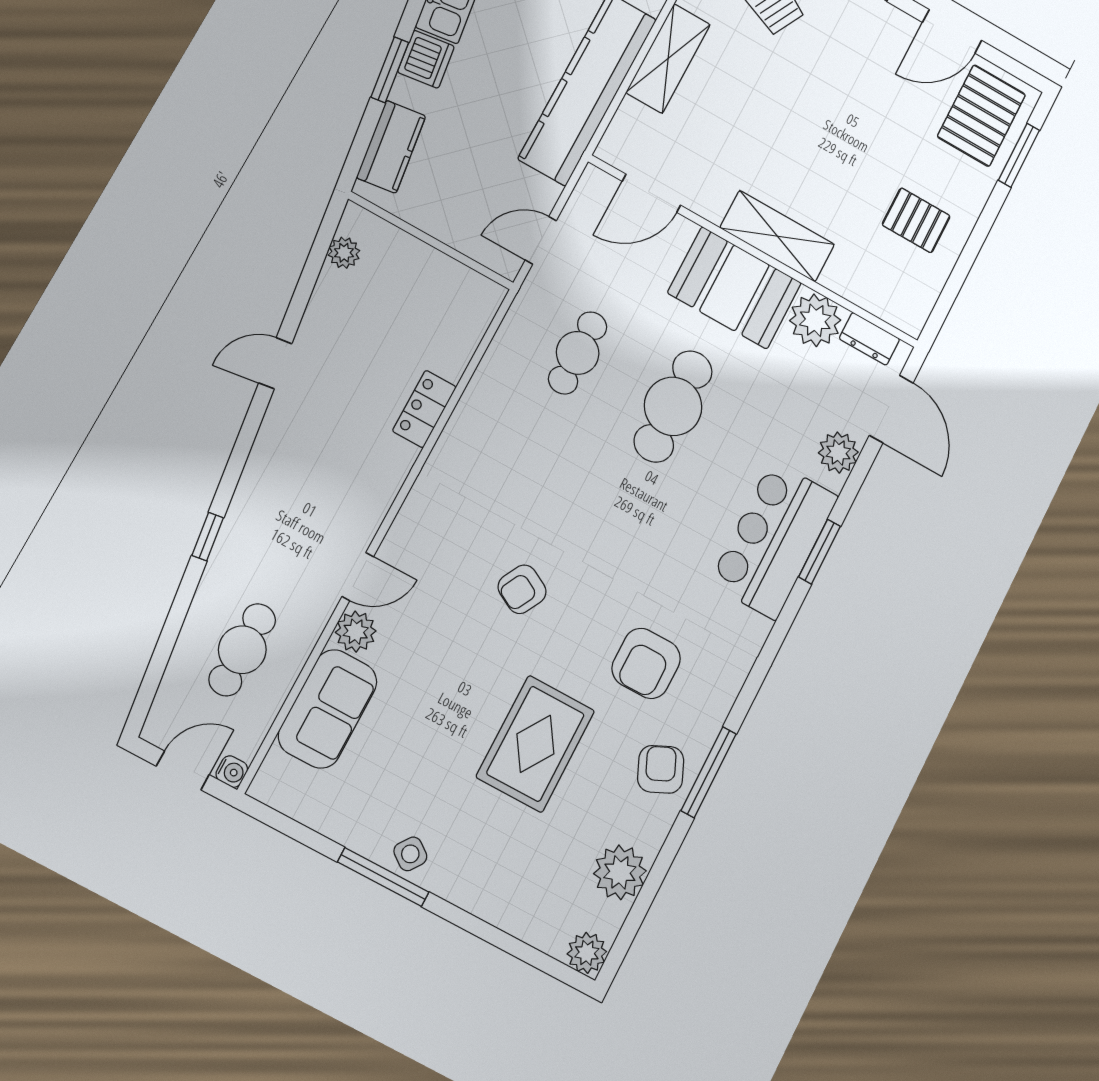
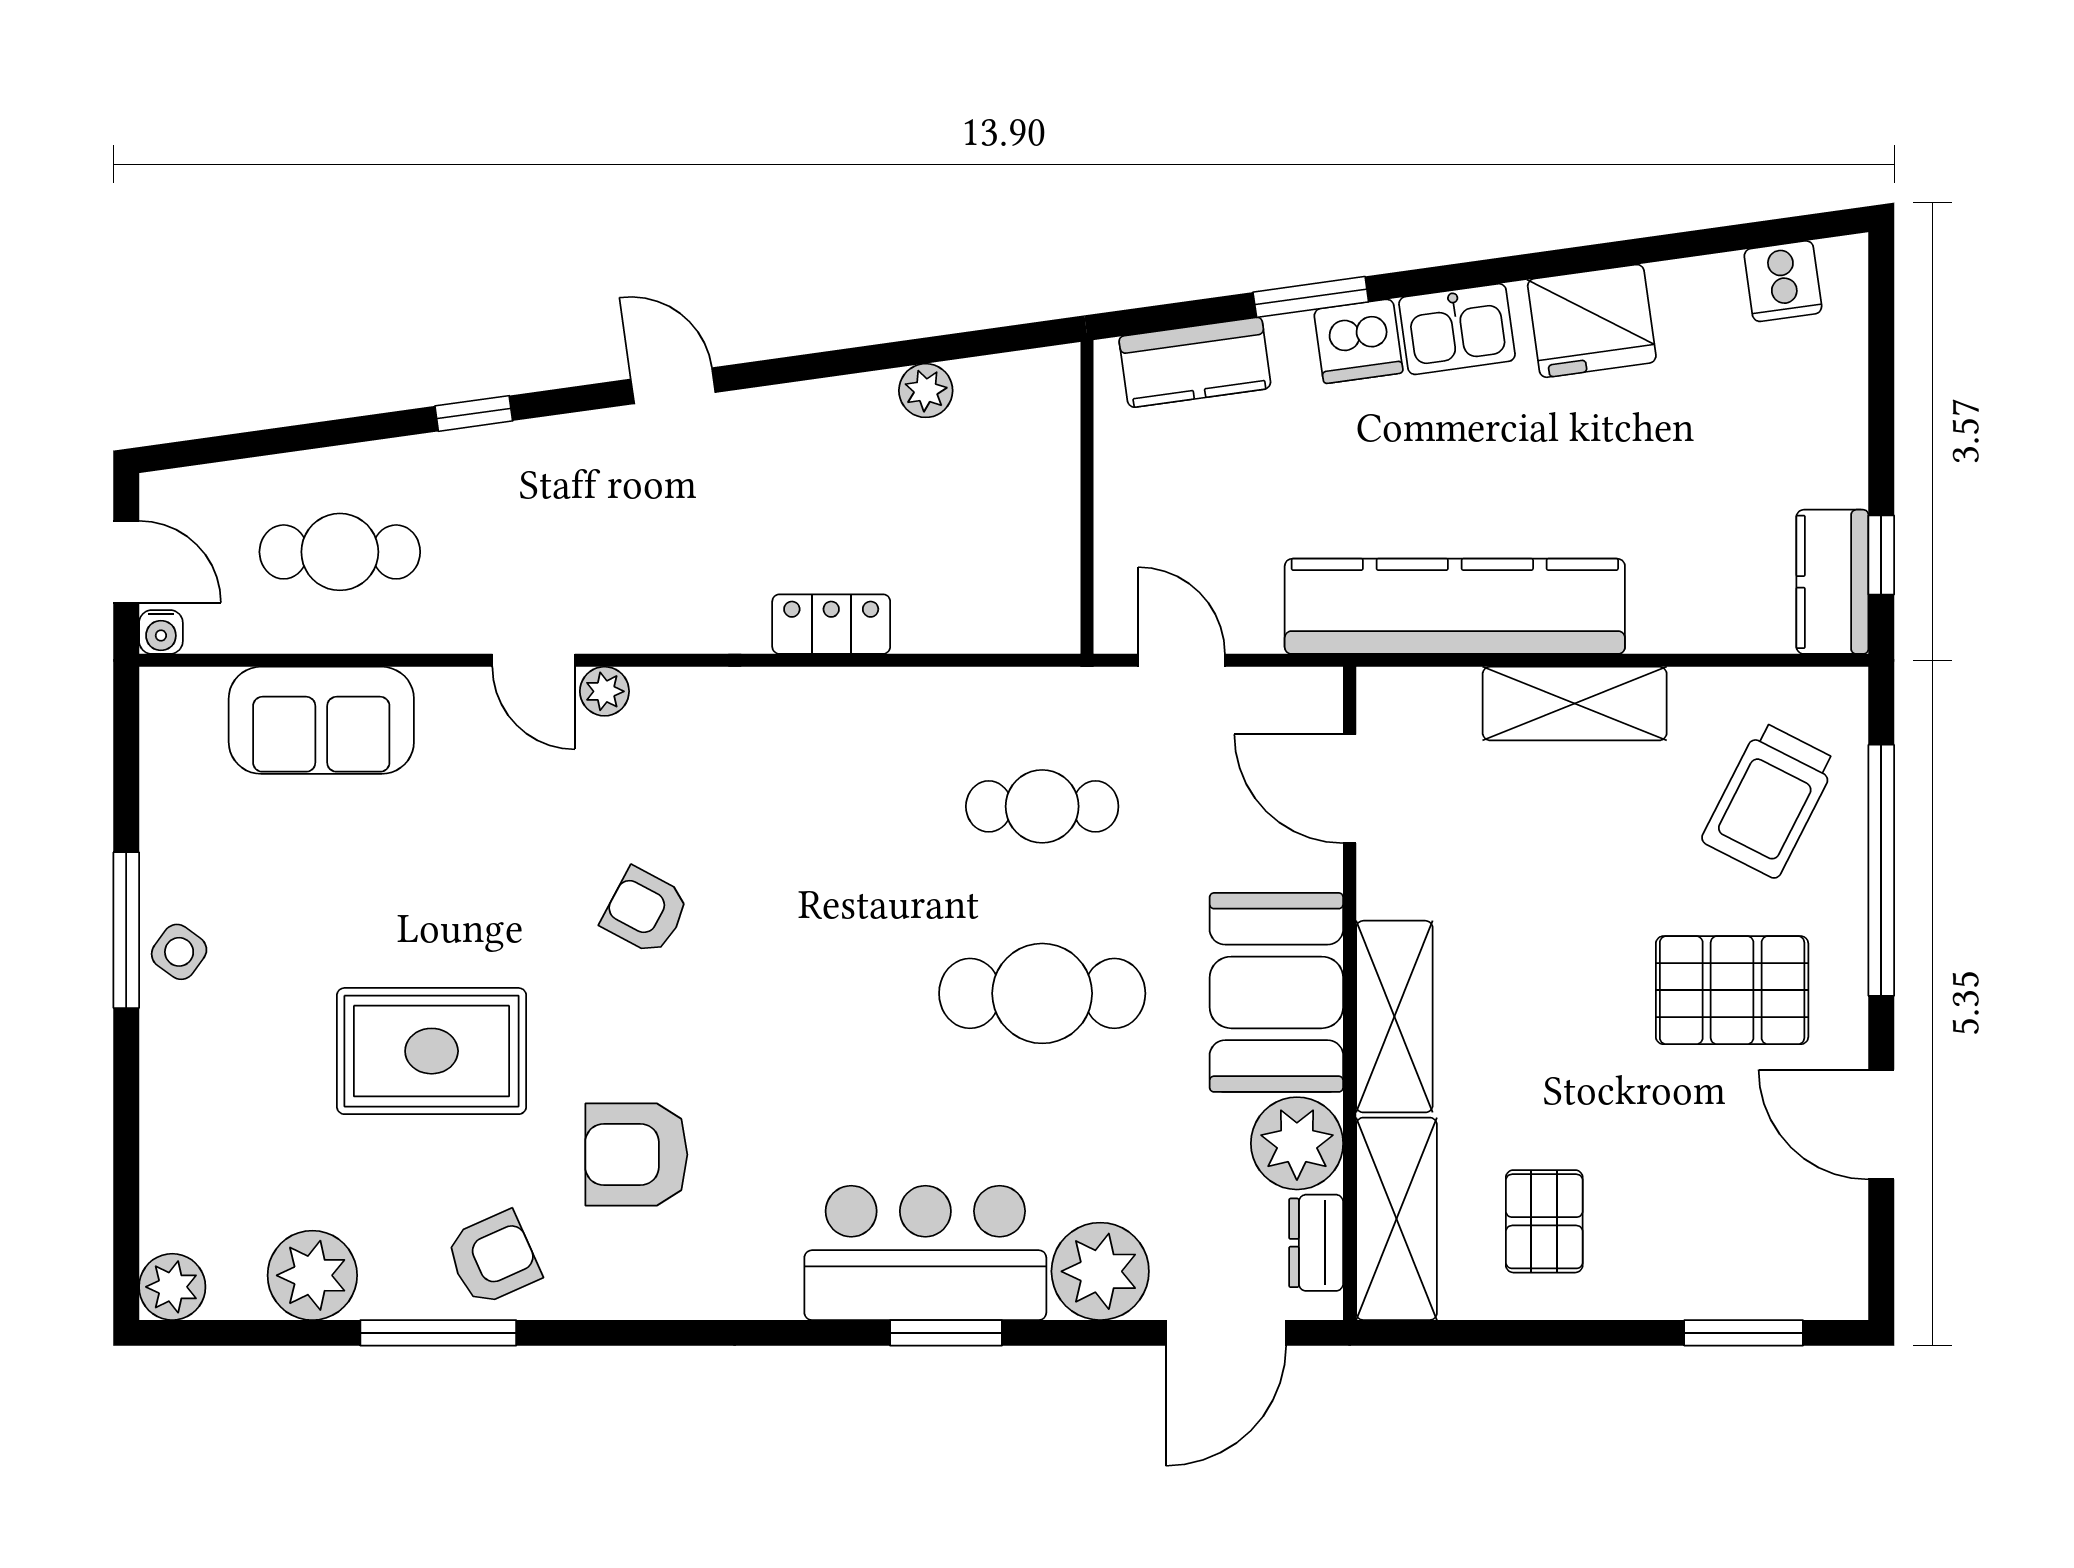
pallet: (981, 116) -> (1732, 990), moved
plant: (344, 253) -> (926, 391), moved
shelving: (878, 292) -> (1396, 1219), added
door: (275, 363) -> (673, 386), moved
plant: (838, 452) -> (1100, 1271), width x1.36, depth x1.36
plant: (356, 632) -> (604, 691), moved, width x0.73, depth x0.73
window: (709, 772) -> (438, 1333), moved

